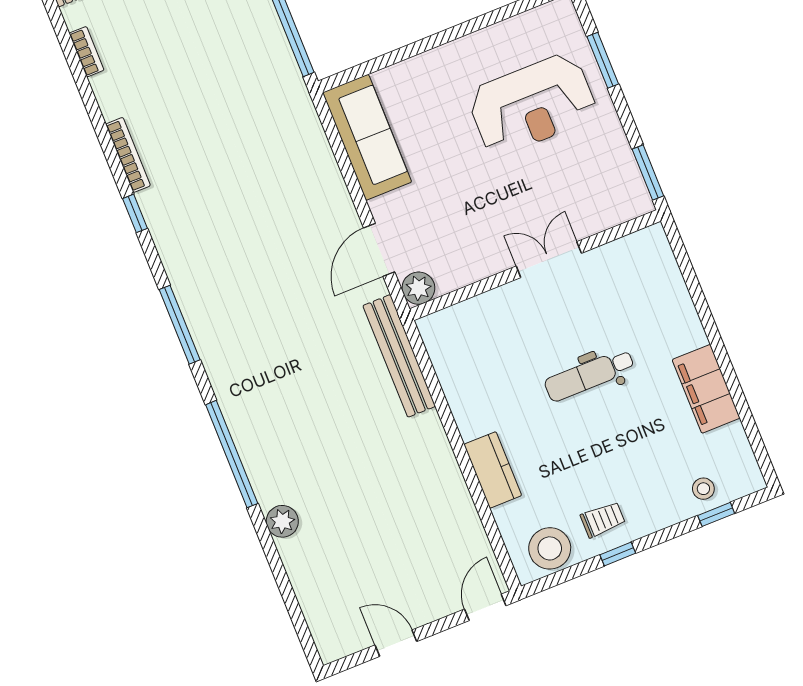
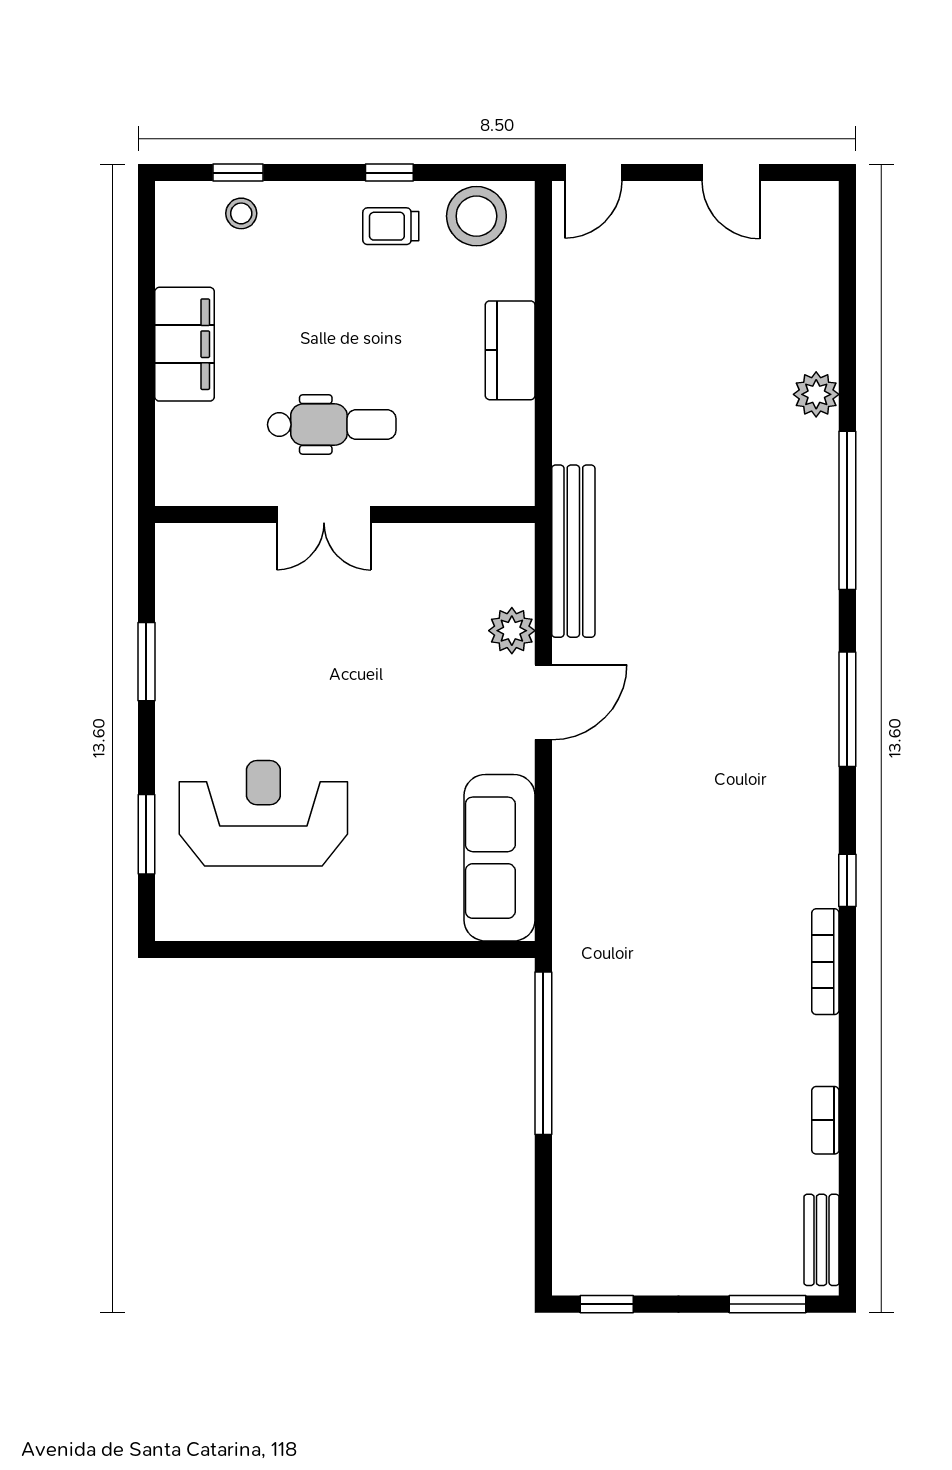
double door: (549, 260) -> (324, 515), moved
wall: (535, 265) -> (345, 515), moved

